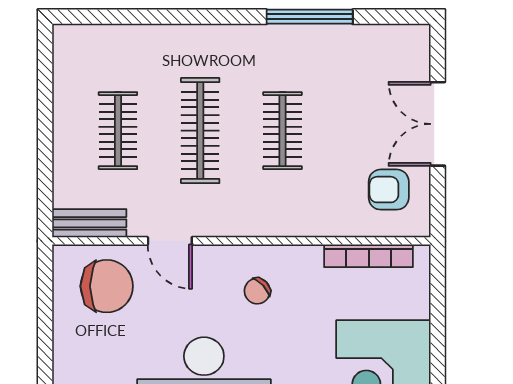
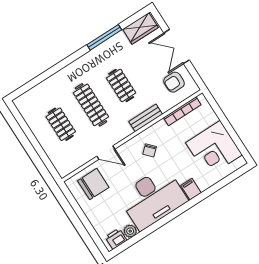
wardrobe: (390, 44) -> (140, 28), added
bench: (89, 223) -> (146, 118), moved

